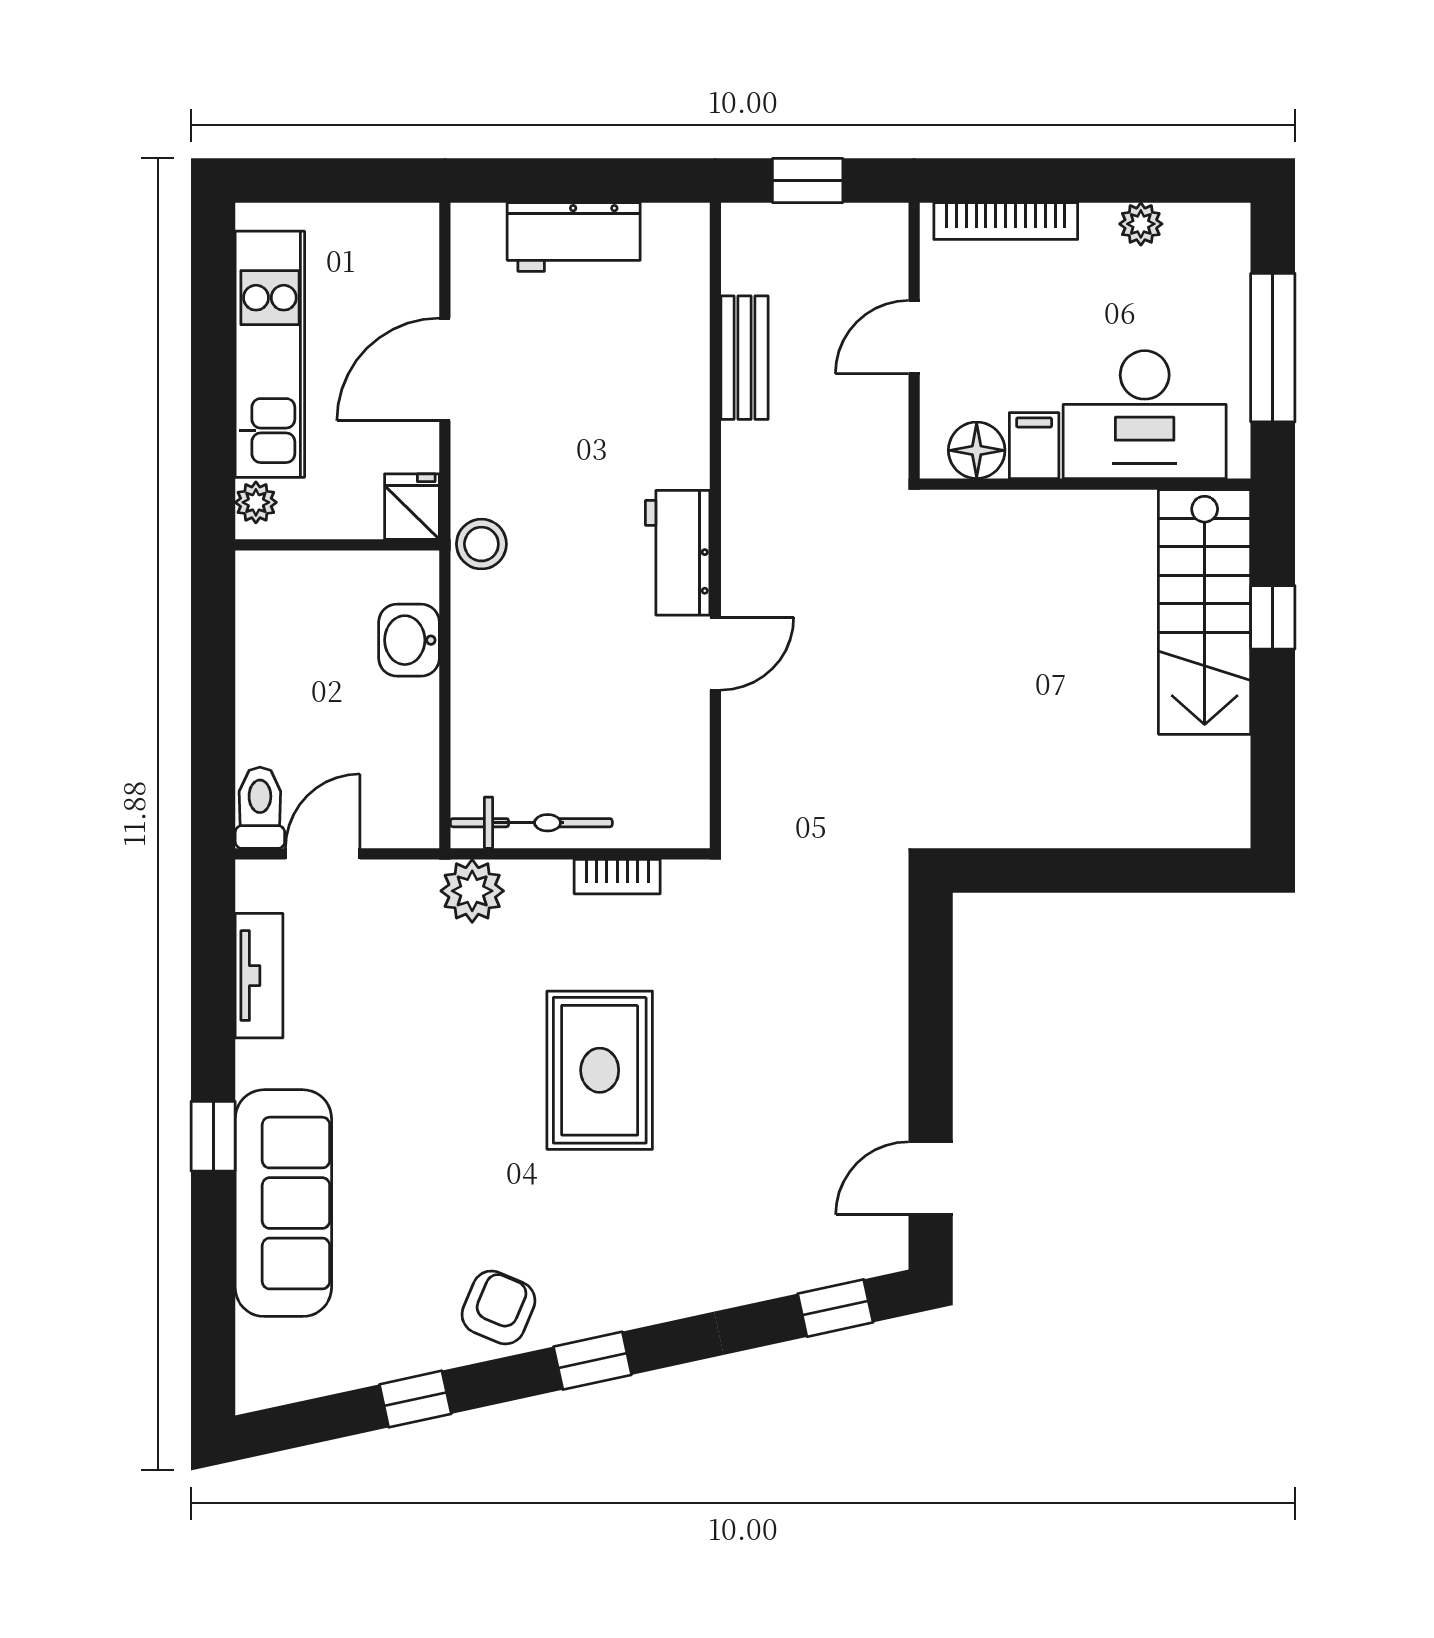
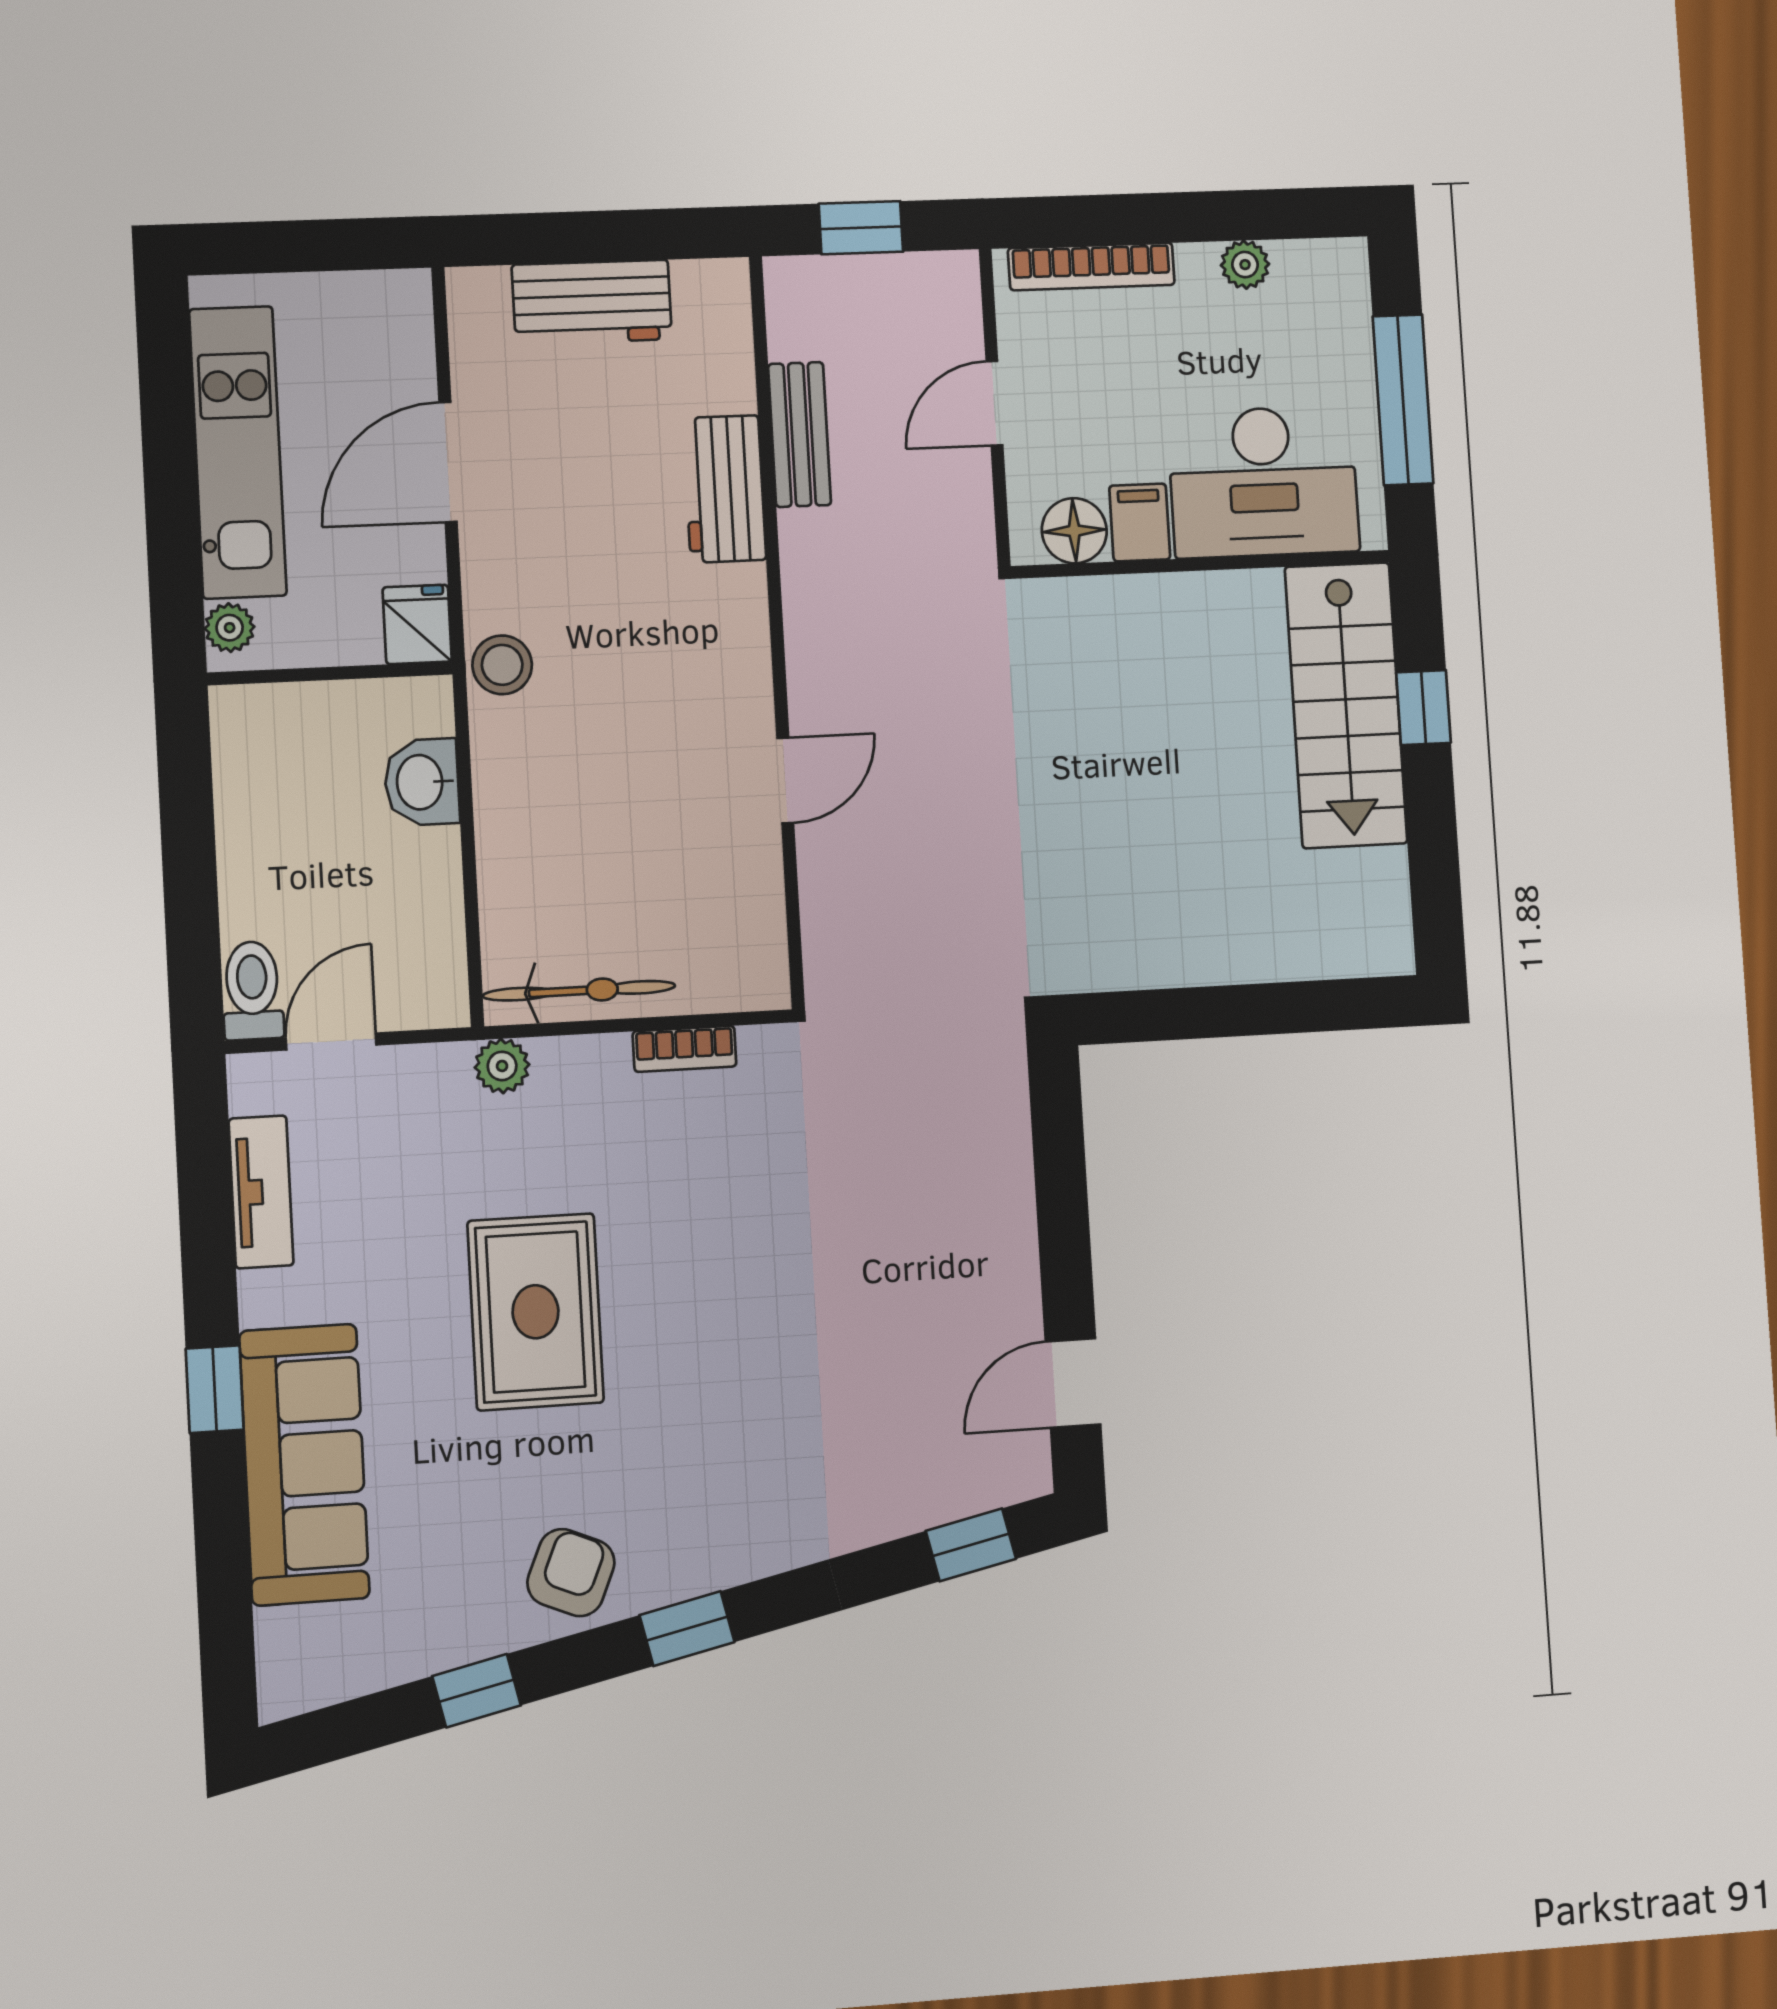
workbench: (678, 553) -> (724, 489), moved
plant: (472, 891) -> (502, 1066), width x0.73, depth x0.73
rug: (600, 1070) -> (536, 1312), moved

